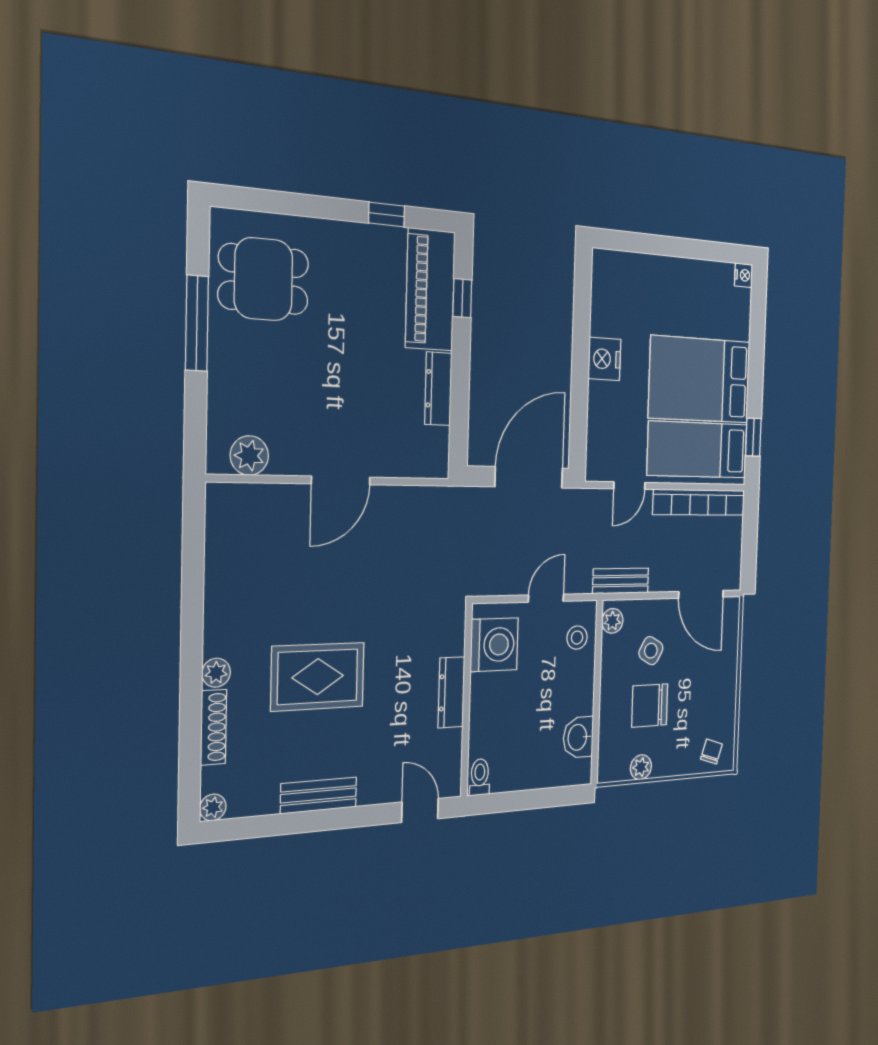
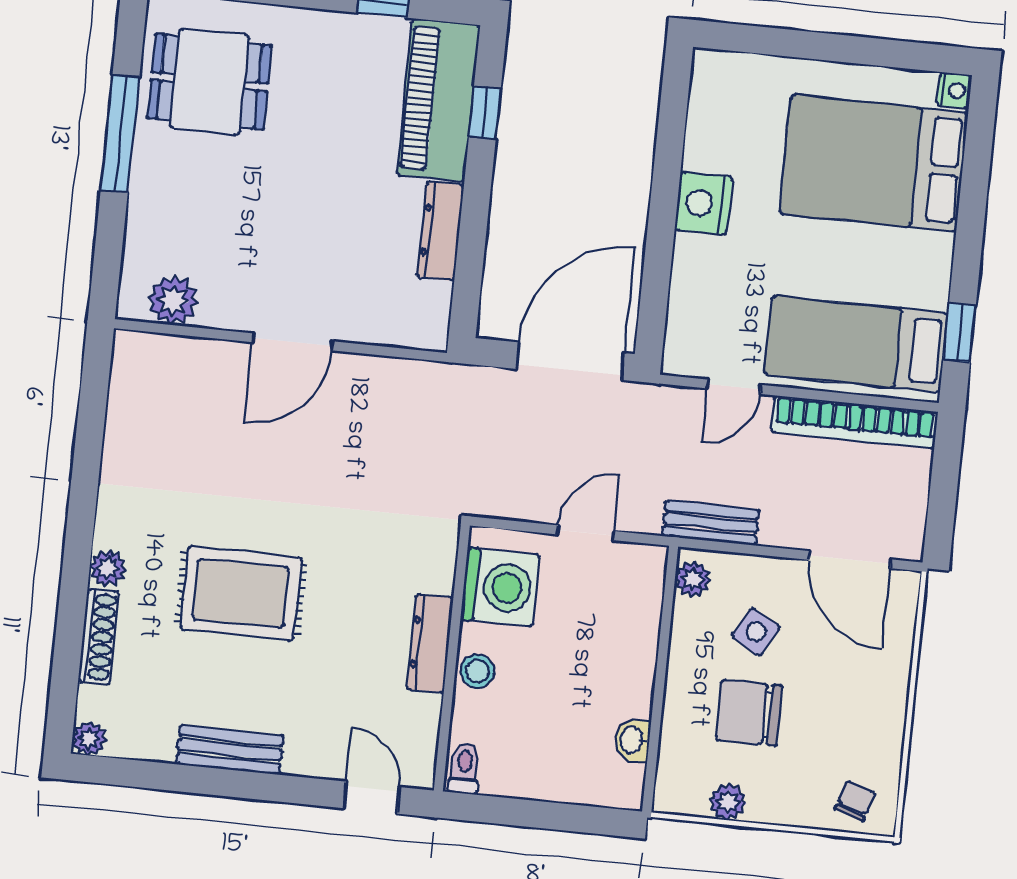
bed: (700, 380) -> (874, 163), moved
stool: (577, 638) -> (477, 671), moved
washbasin: (578, 737) -> (632, 740), width x0.72, depth x0.69

